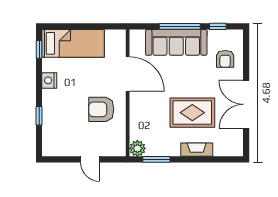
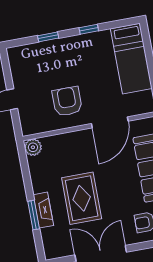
window: (39, 49) -> (89, 29), moved
nightstand: (49, 80) -> (88, 41), removed
window: (156, 159) -> (34, 215), moved

